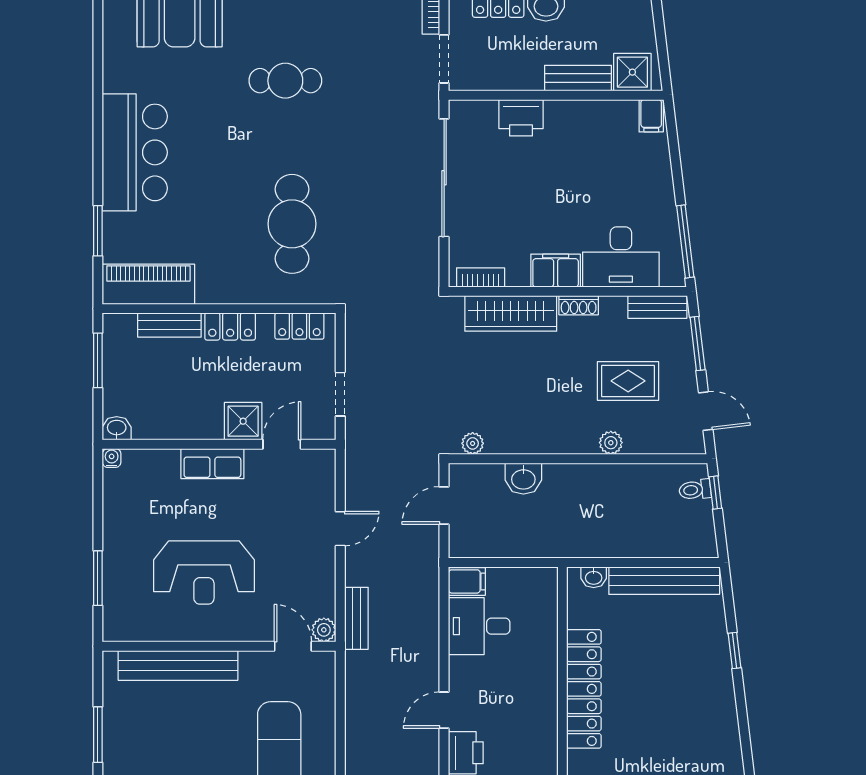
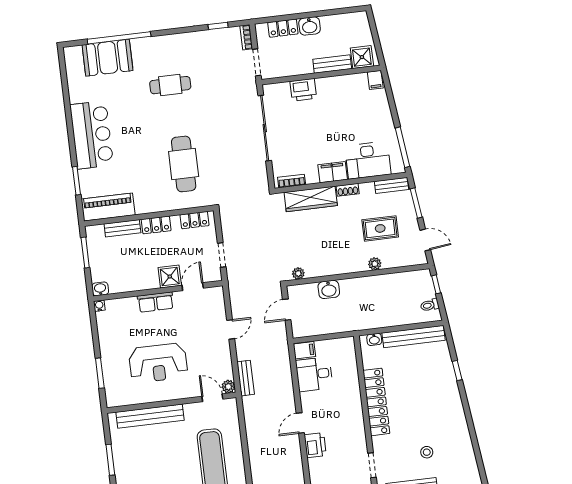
toilet: (695, 490) -> (430, 305), moved

